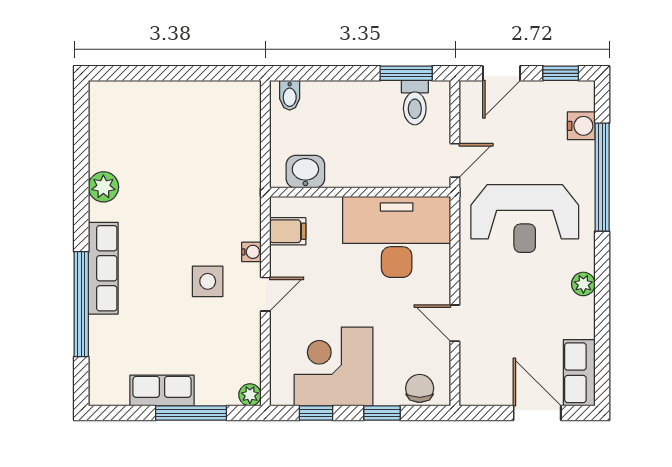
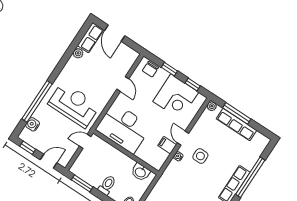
toilet: (415, 103) -> (107, 185), moved
filing cabinet: (288, 231) -> (167, 145), moved
plant: (583, 284) -> (78, 53), moved
door: (265, 294) -> (183, 138), hinge flipped
row of seats: (162, 391) -> (236, 125), width x1.48

